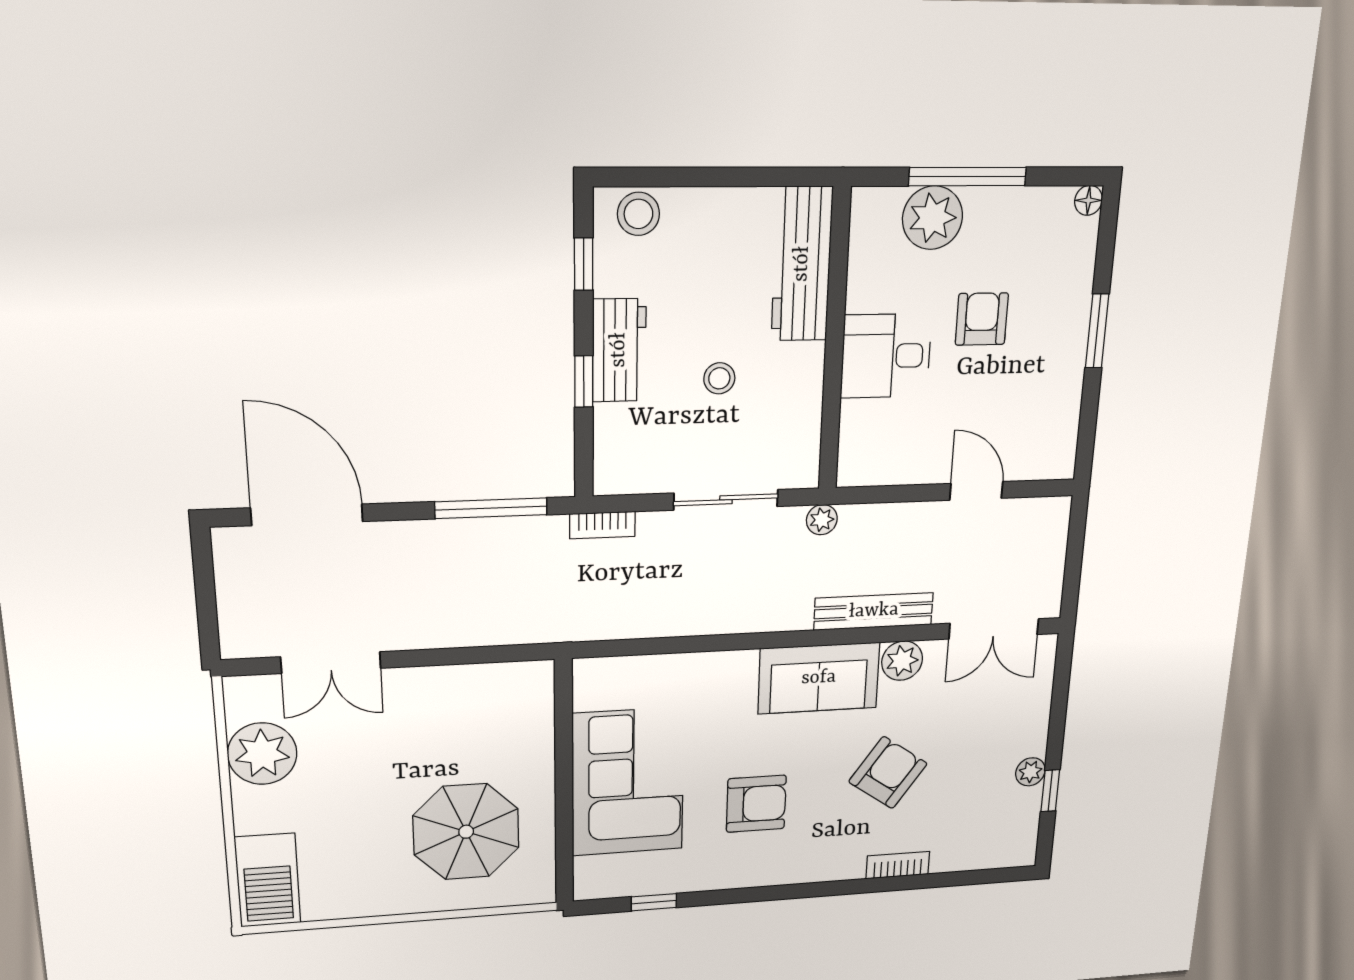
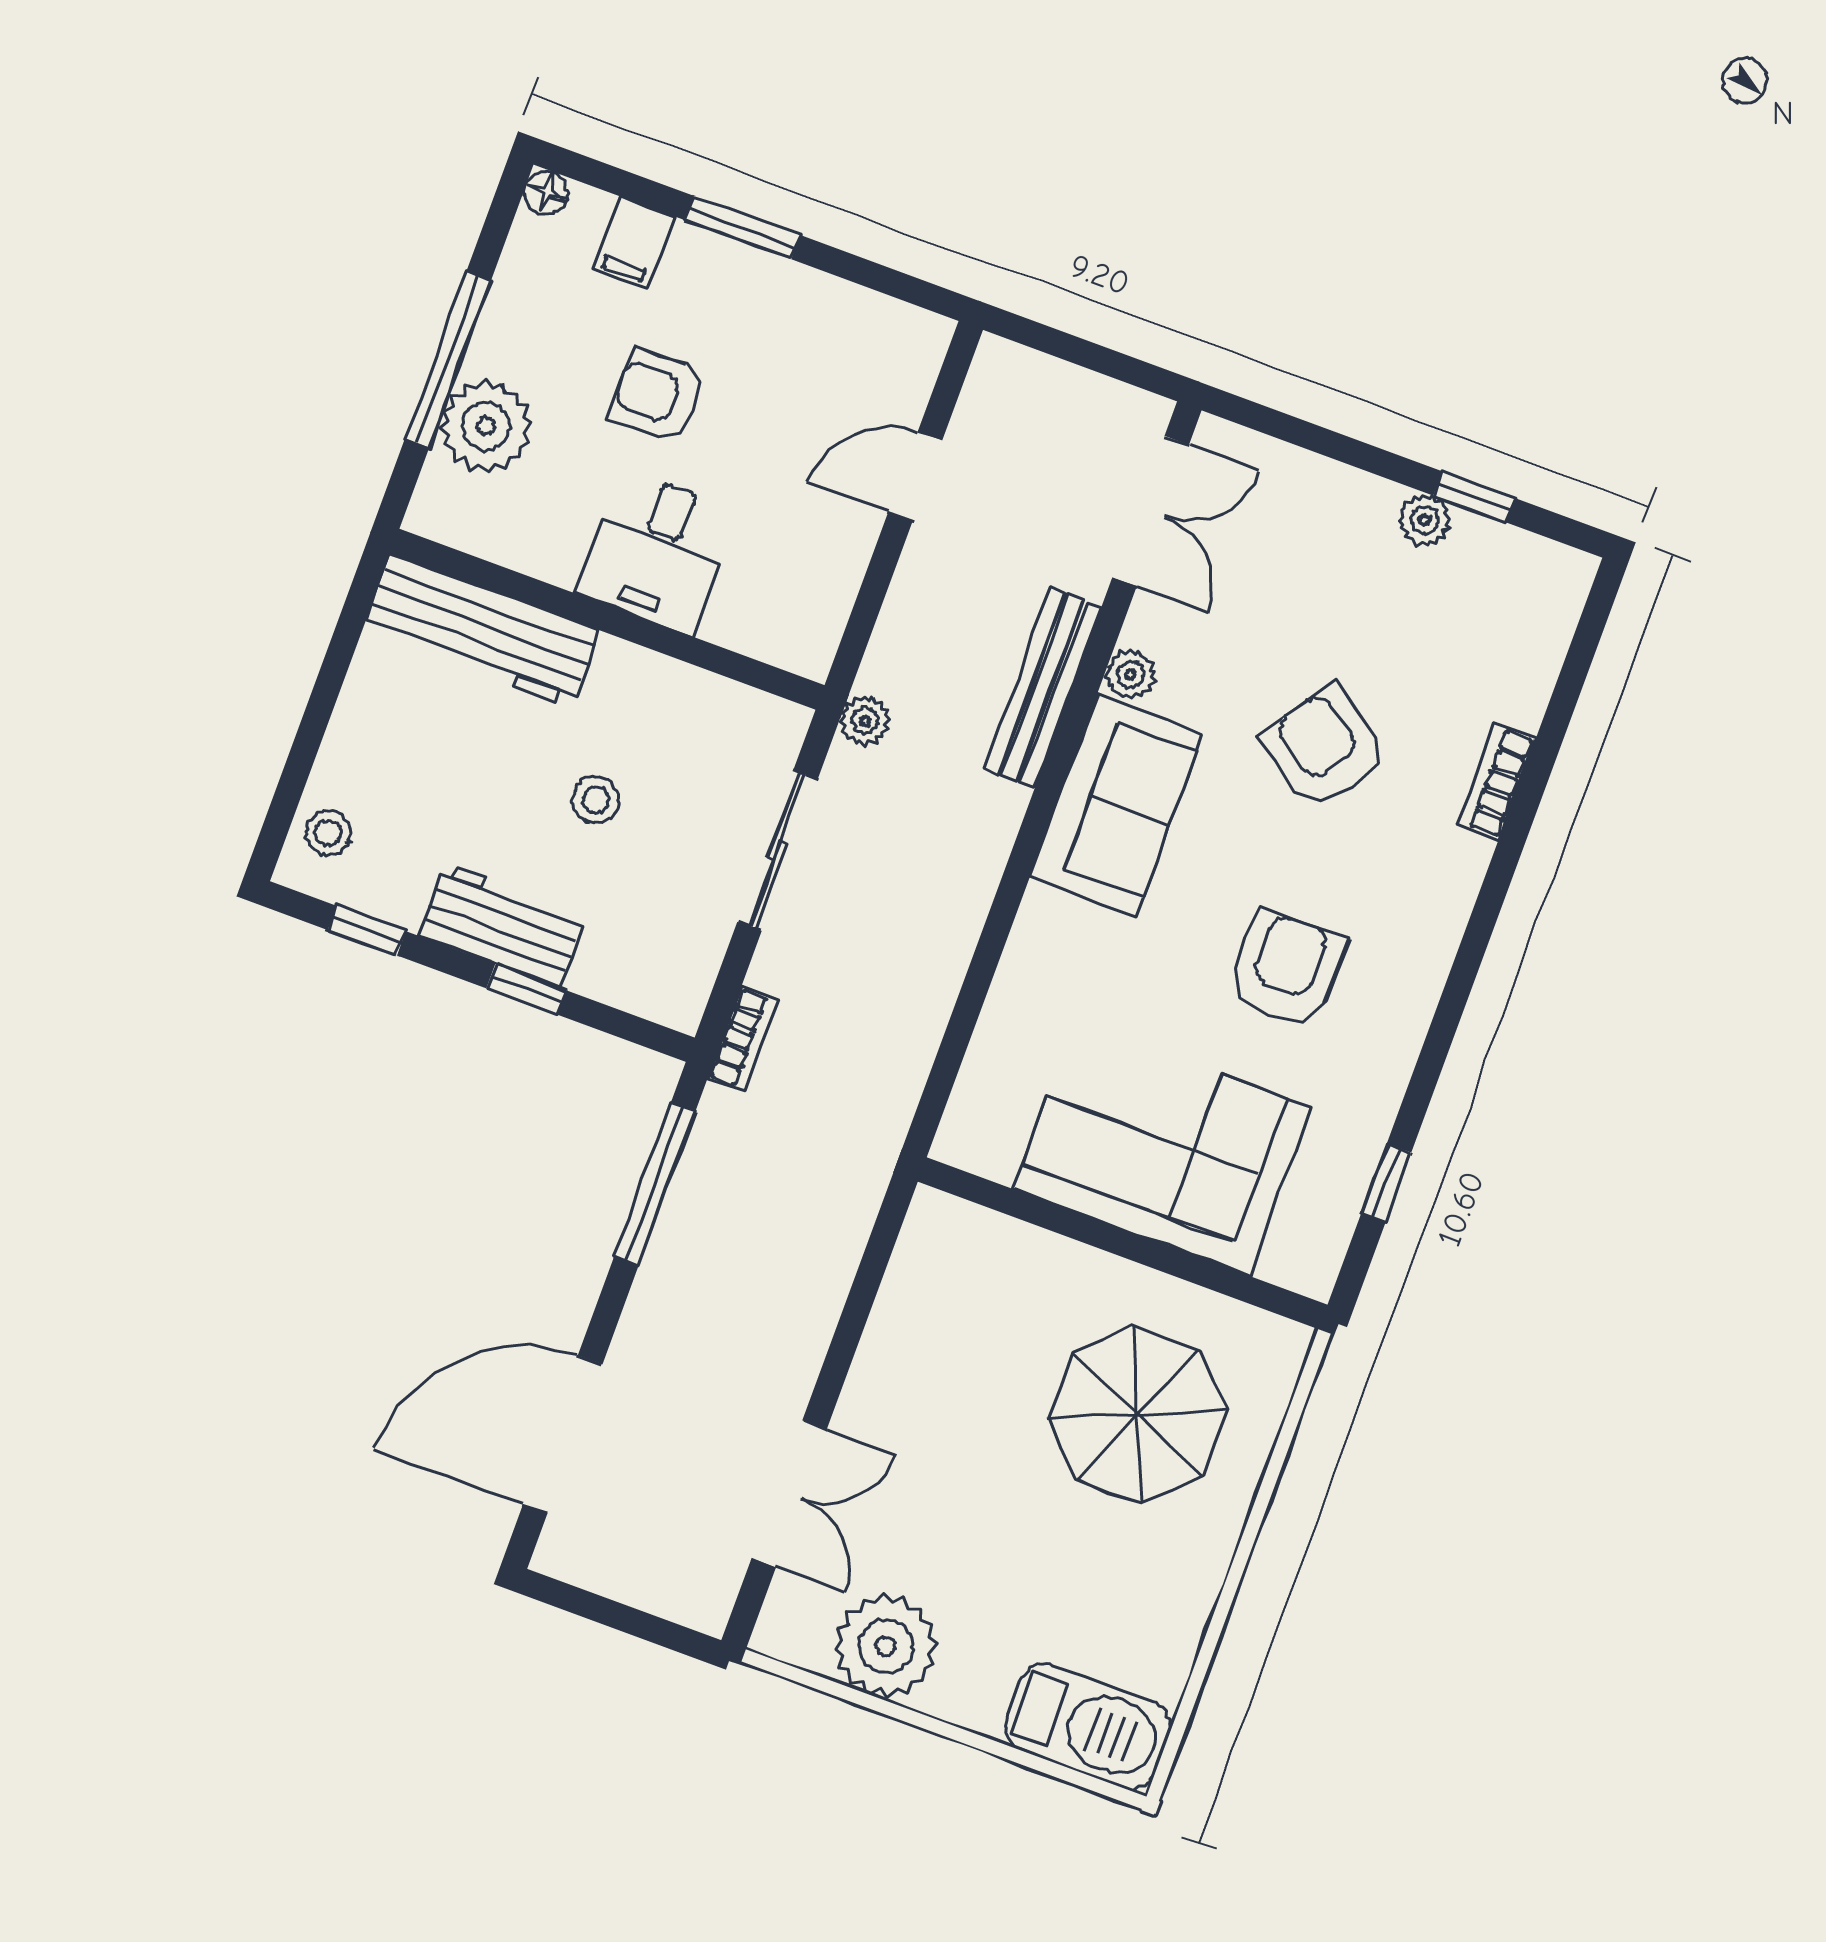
stool: (638, 214) -> (328, 833), width x0.73, depth x0.73
filing cabinet: (1071, 267) -> (633, 243), added
plant: (902, 661) -> (1131, 674), width x0.73, depth x0.73

